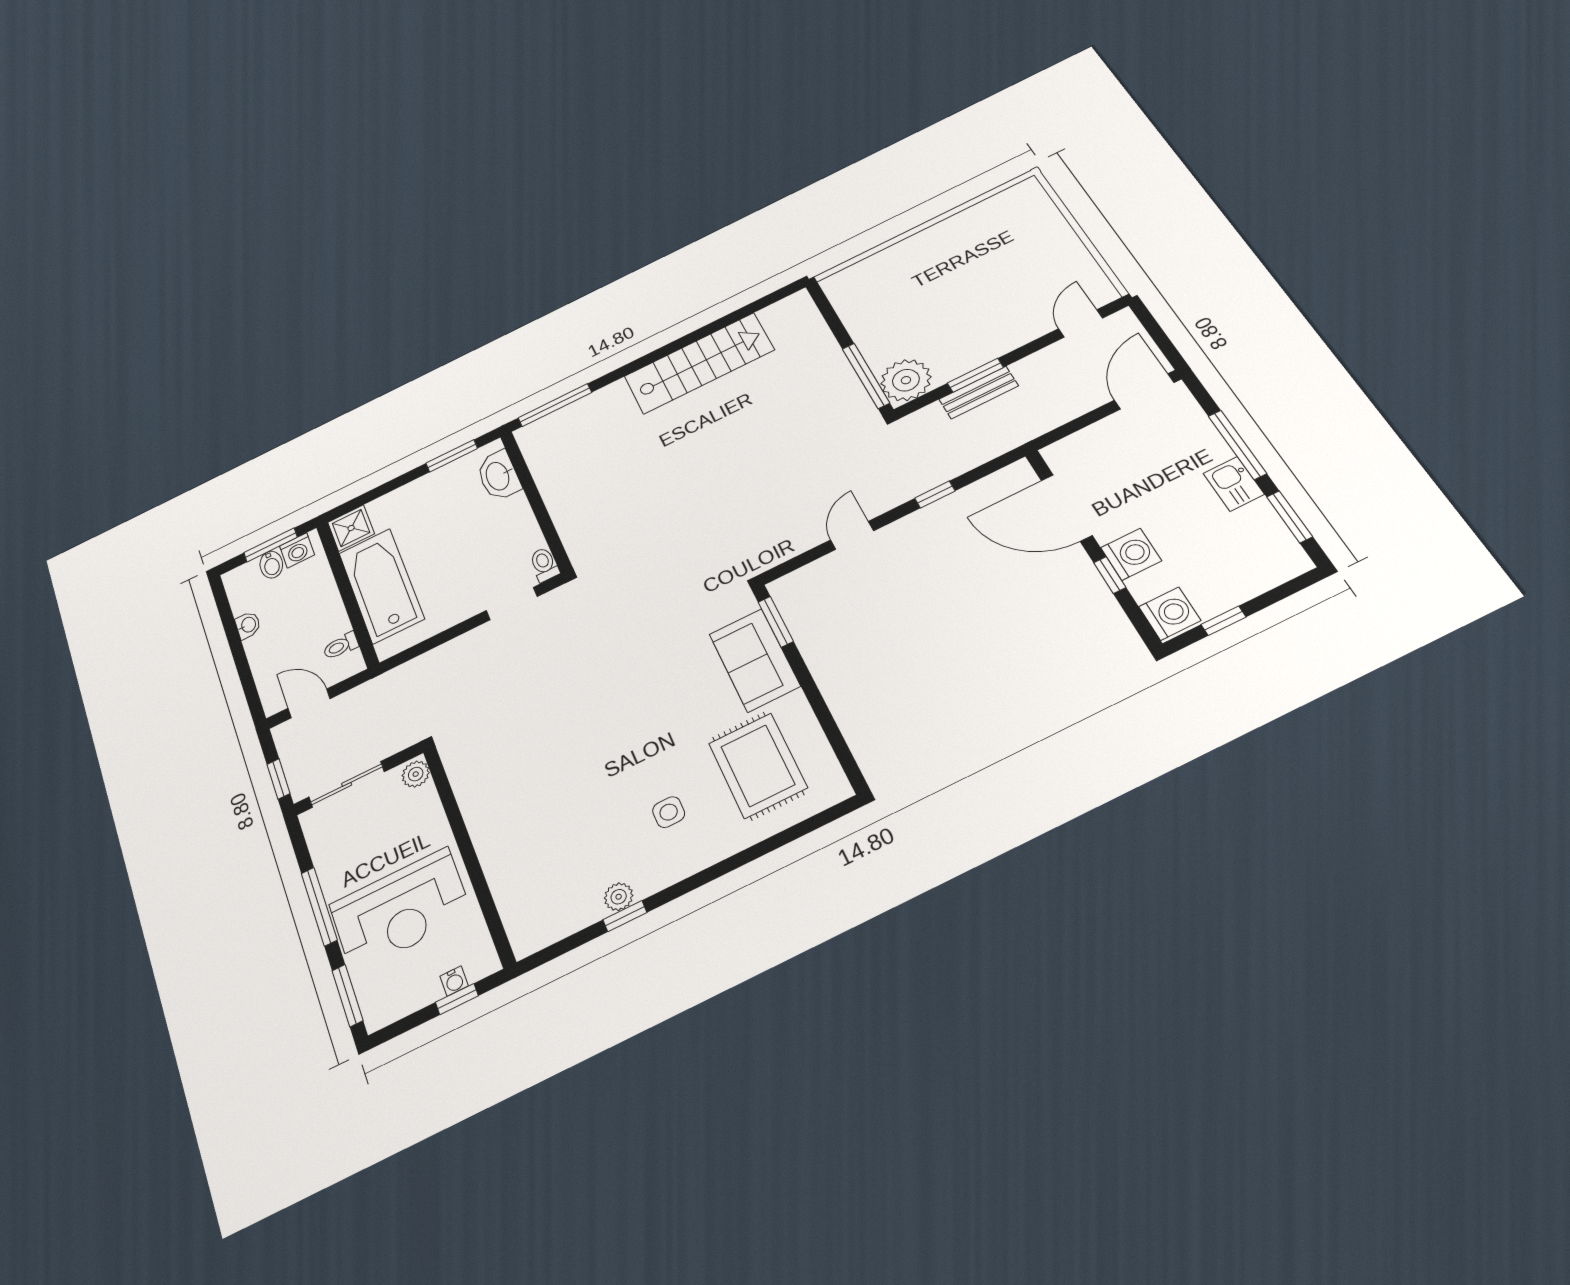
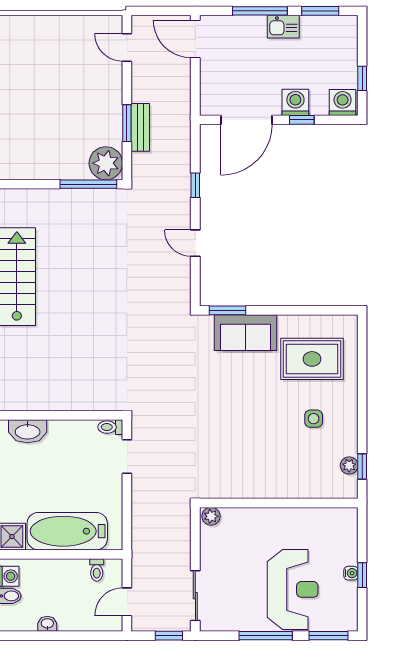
plant: (416, 774) -> (211, 516), moved
wall: (468, 854) -> (279, 503), moved

